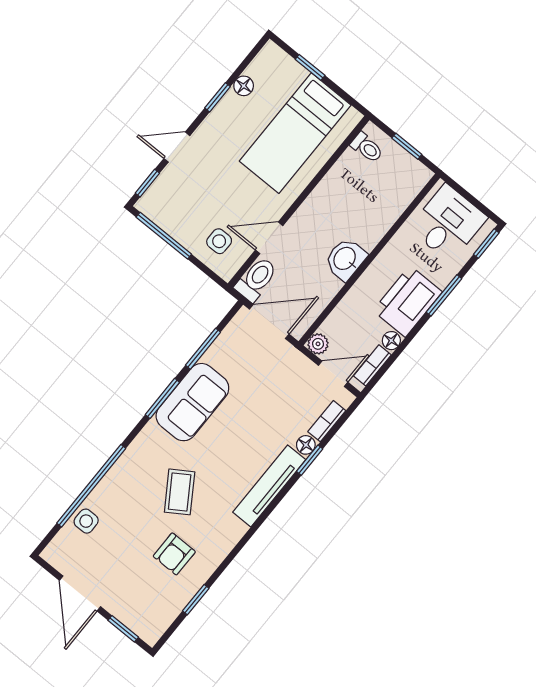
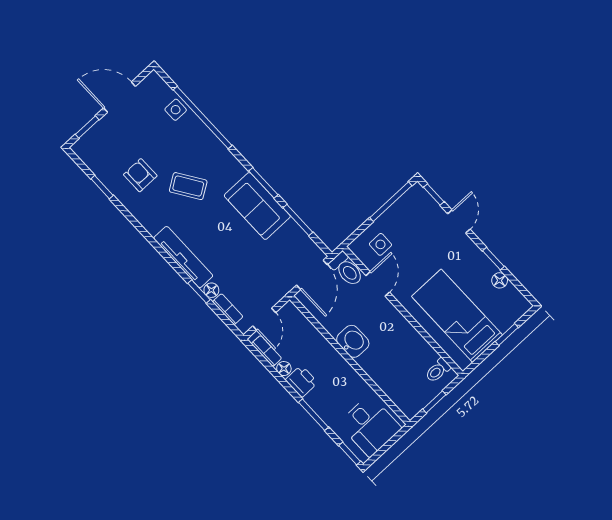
printer: (408, 301) -> (301, 381), width x0.53, depth x0.68
plant: (318, 344) -> (289, 311), removed

